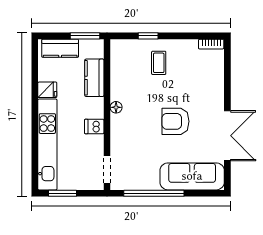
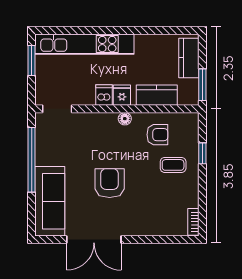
armchair: (131, 77) -> (157, 135), added
fridge: (47, 90) -> (122, 95), moved, turned 180

